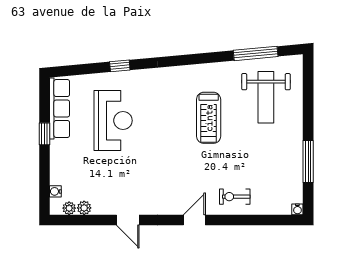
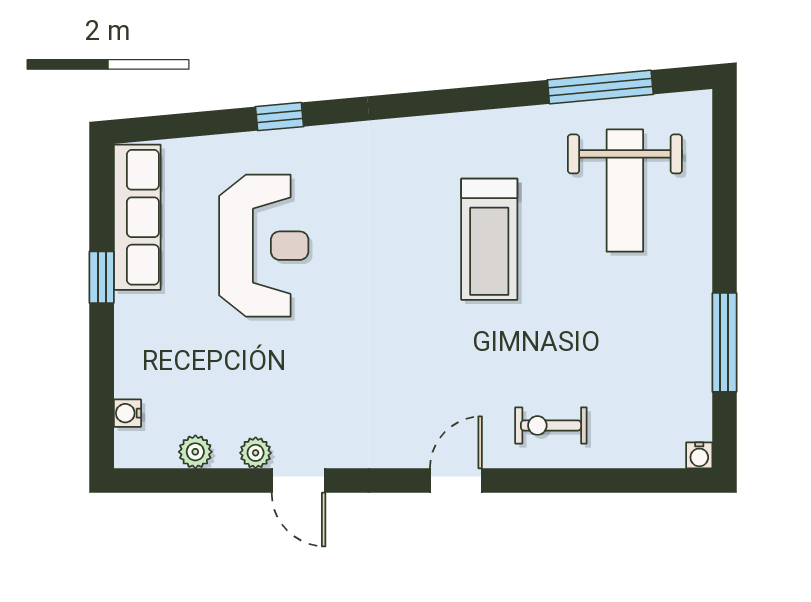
plant: (69, 208) -> (256, 453), moved

